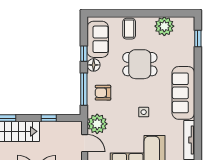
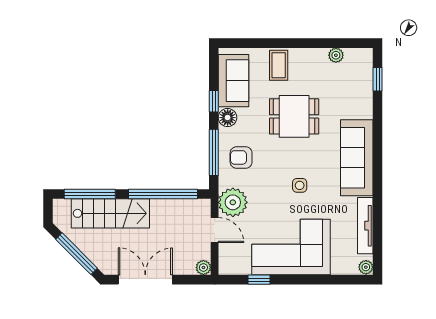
plant: (164, 26) -> (336, 55), width x0.53, depth x0.53
window: (49, 118) -> (163, 194), width x3.17

